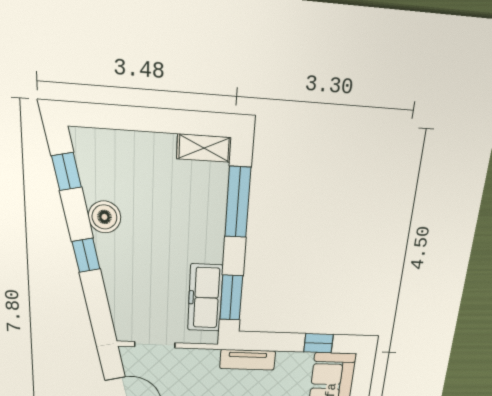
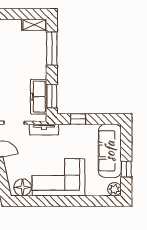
window: (318, 343) -> (78, 119), moved
tv unit: (248, 360) -> (44, 130), moved

